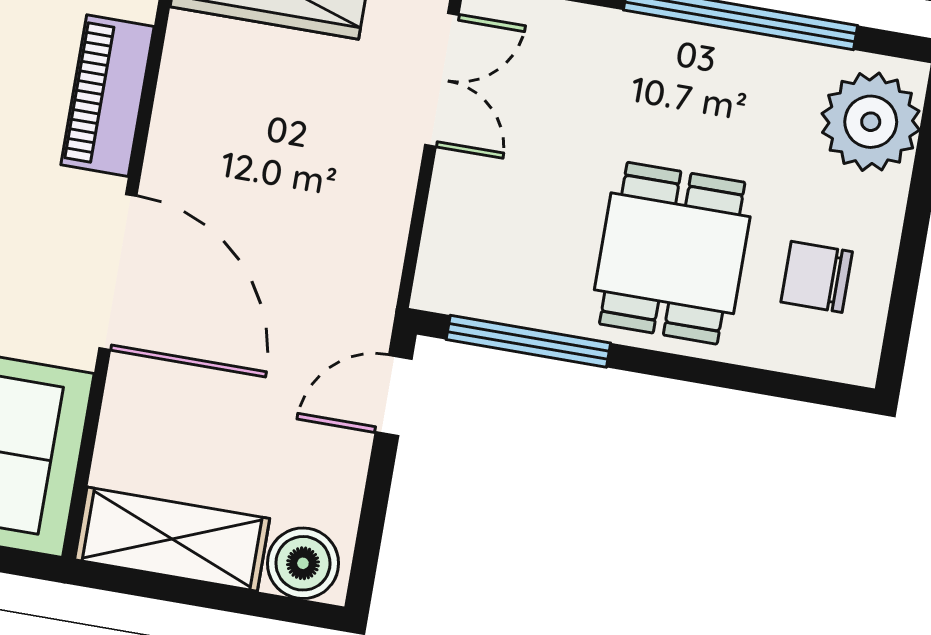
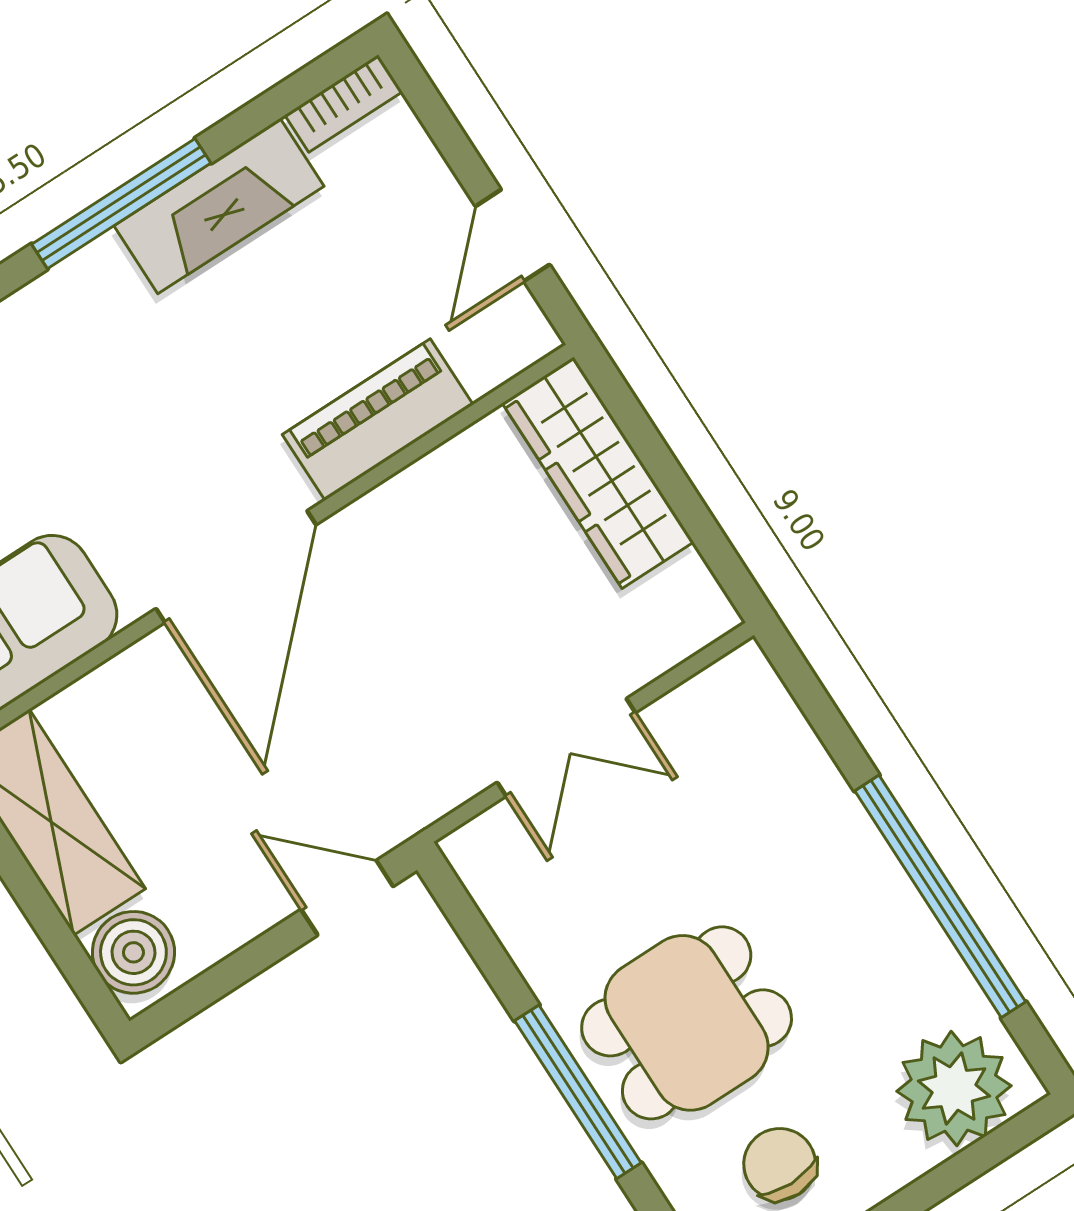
double door: (442, 80) -> (566, 747), moved
window: (528, 341) -> (578, 1092), moved

